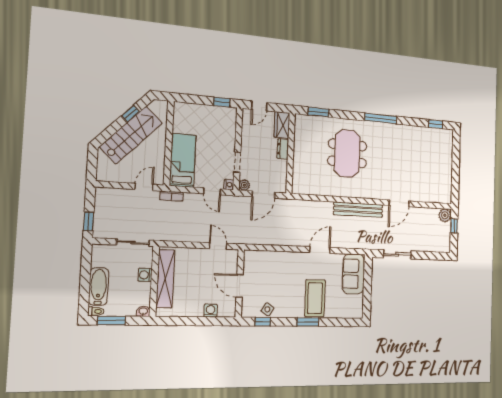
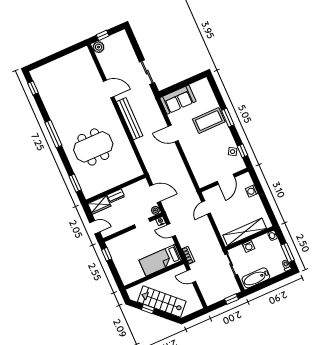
door: (212, 191) -> (171, 230), swing flipped
bathtub: (99, 286) -> (256, 278), moved

